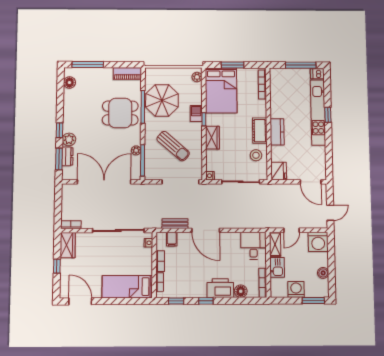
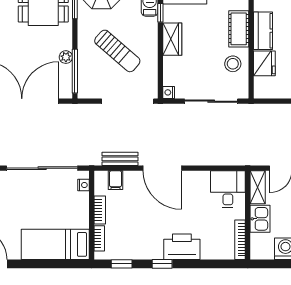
fridge: (279, 171) -> (264, 63), moved
floor lamp: (241, 291) -> (210, 251), removed

